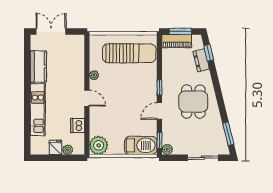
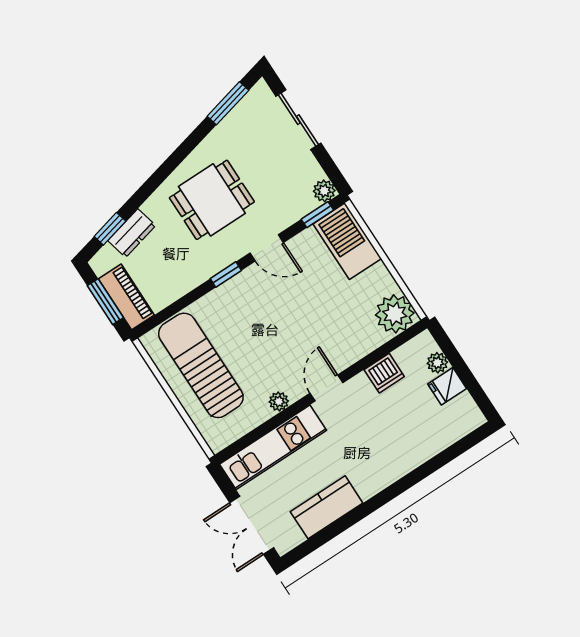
kitchen unit: (38, 110) -> (273, 447), moved, turned 180

